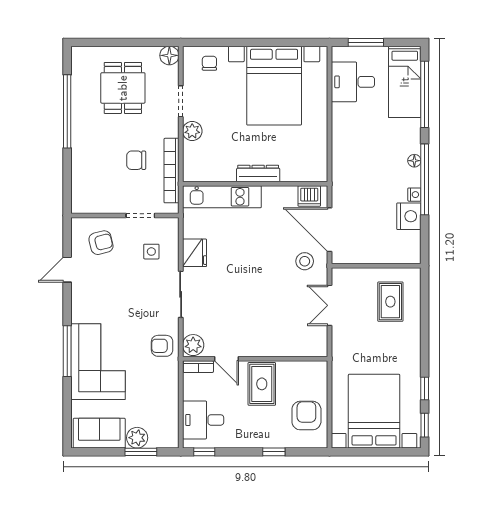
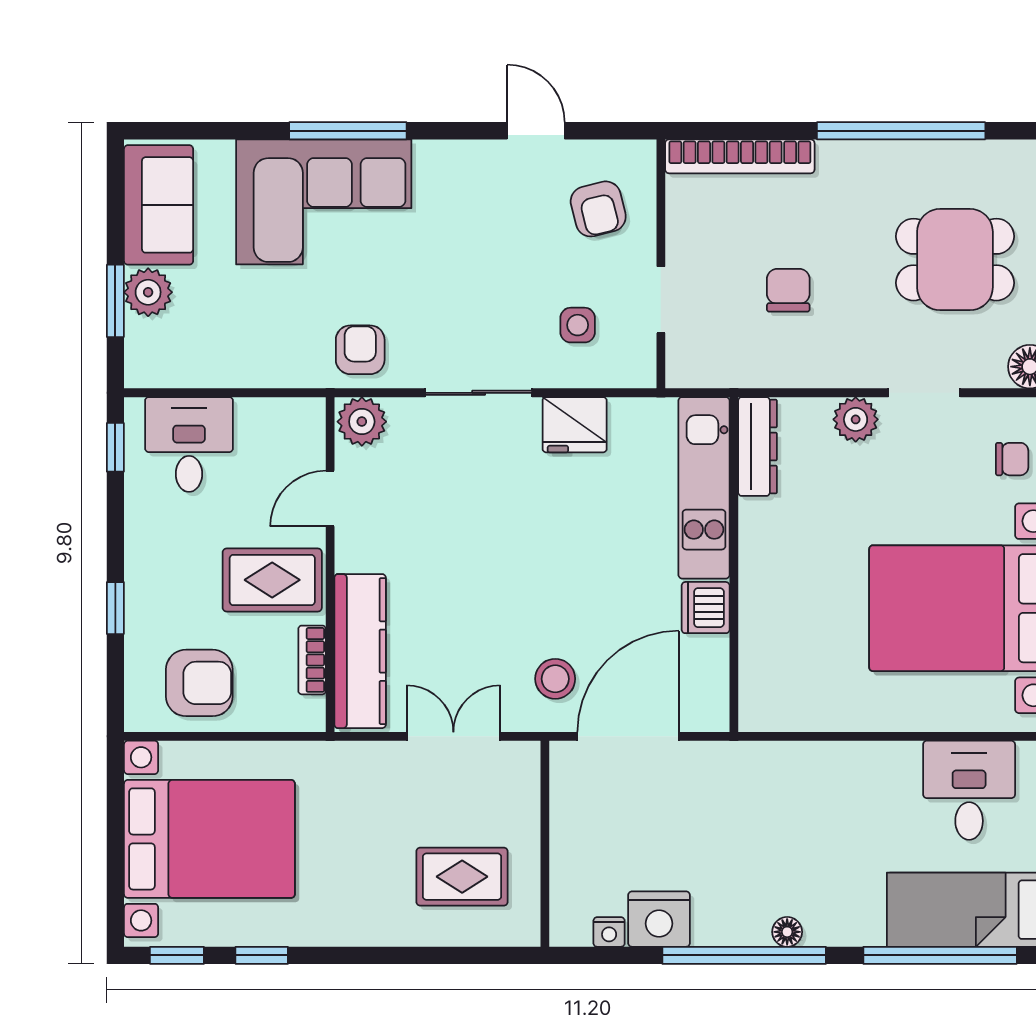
bookcase: (171, 171) -> (740, 156), moved, turned 180
dresser: (258, 174) -> (758, 447), moved
nightstand: (414, 195) -> (609, 932), moved
dishwasher: (309, 196) -> (706, 608), moved
kitchen counter: (293, 346) -> (360, 651), added
bookcase: (198, 367) -> (312, 660), moved

